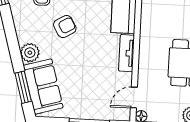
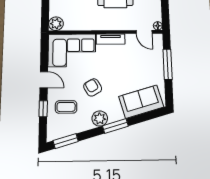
plant: (30, 53) -> (100, 119), moved
window: (23, 87) -> (115, 126), moved

